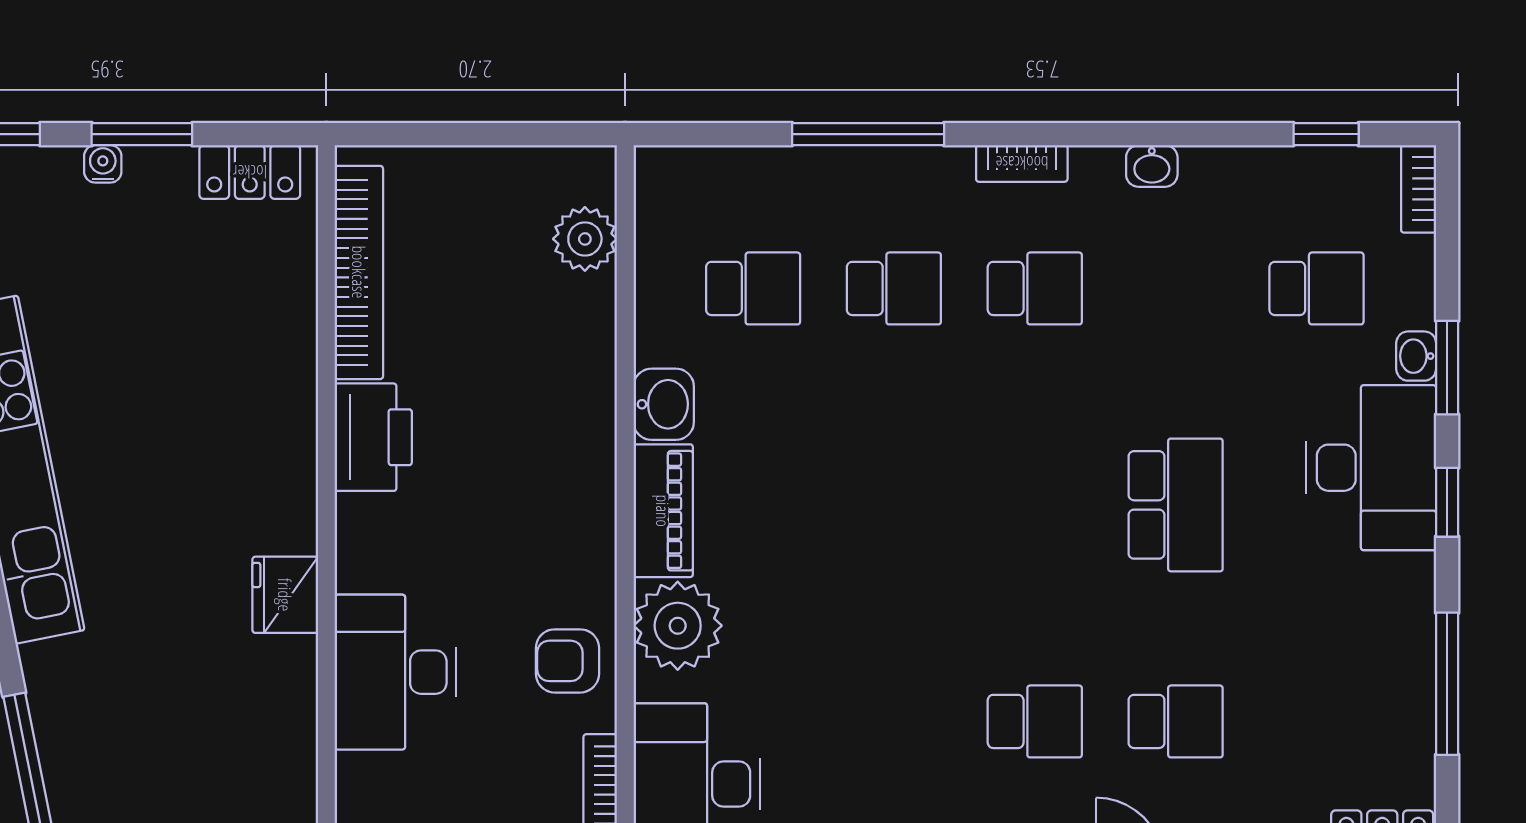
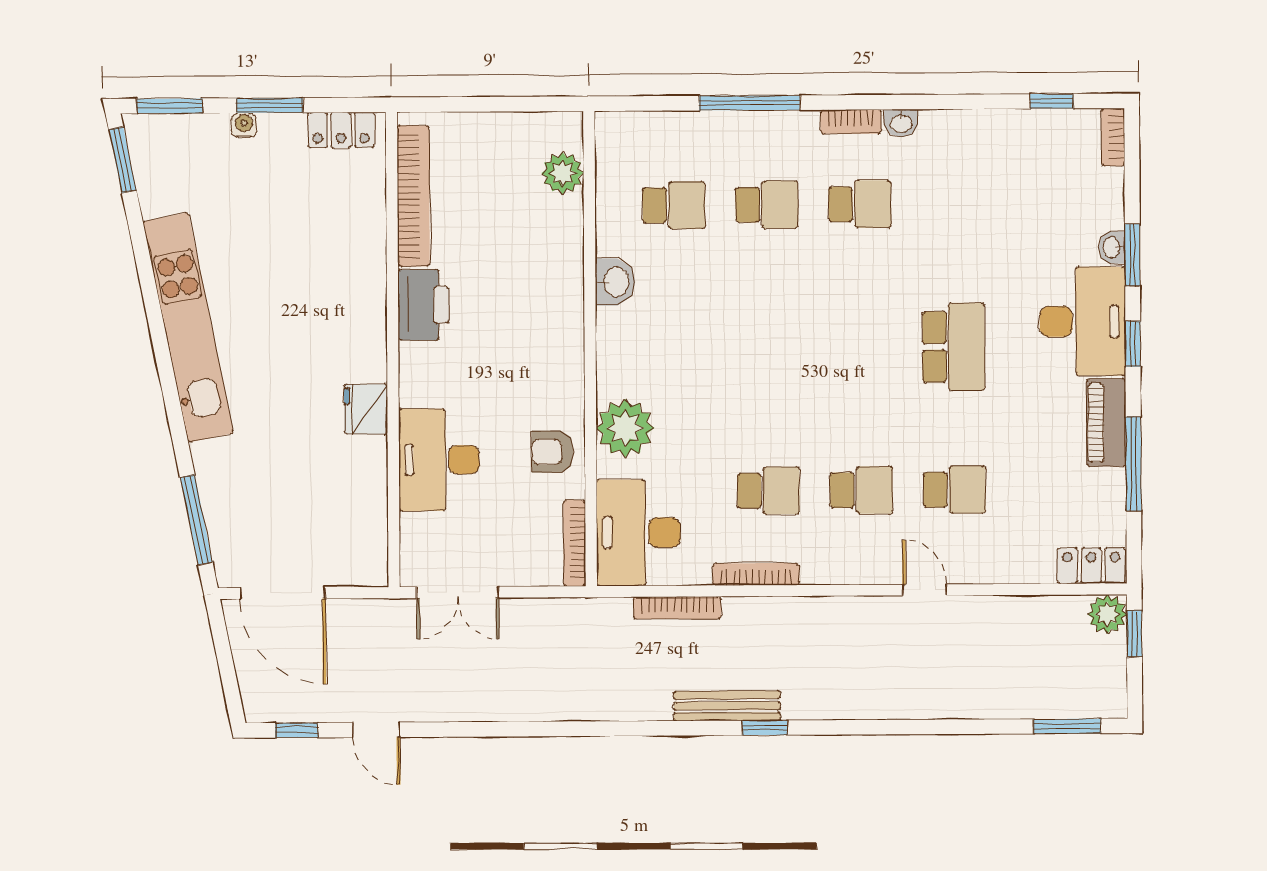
washbasin: (1152, 166) -> (901, 123), moved
school desk: (1317, 288) -> (768, 491), moved
piano: (663, 511) -> (1106, 423), moved, turned 180

